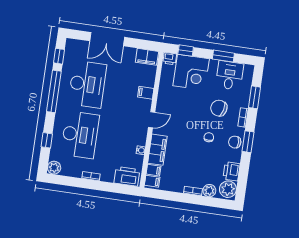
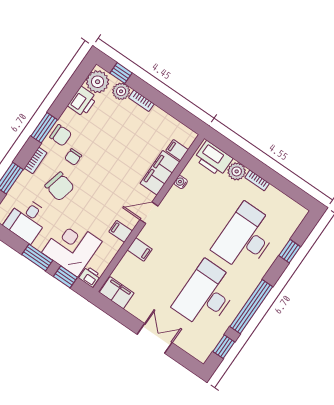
double door: (107, 39) -> (155, 338), width x0.73
window: (223, 56) -> (37, 257), moved
chair: (209, 137) -> (73, 157), moved
plant: (54, 168) -> (237, 171), moved
filing cabinet: (152, 181) -> (121, 231), moved
window: (215, 202) -> (121, 73), added

